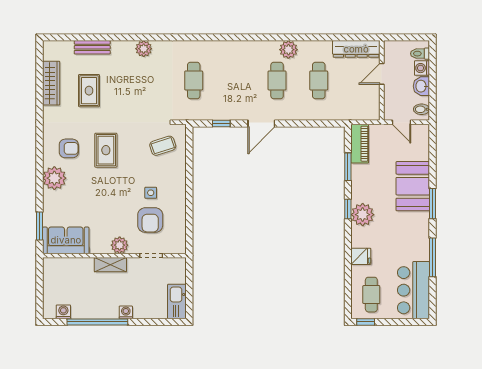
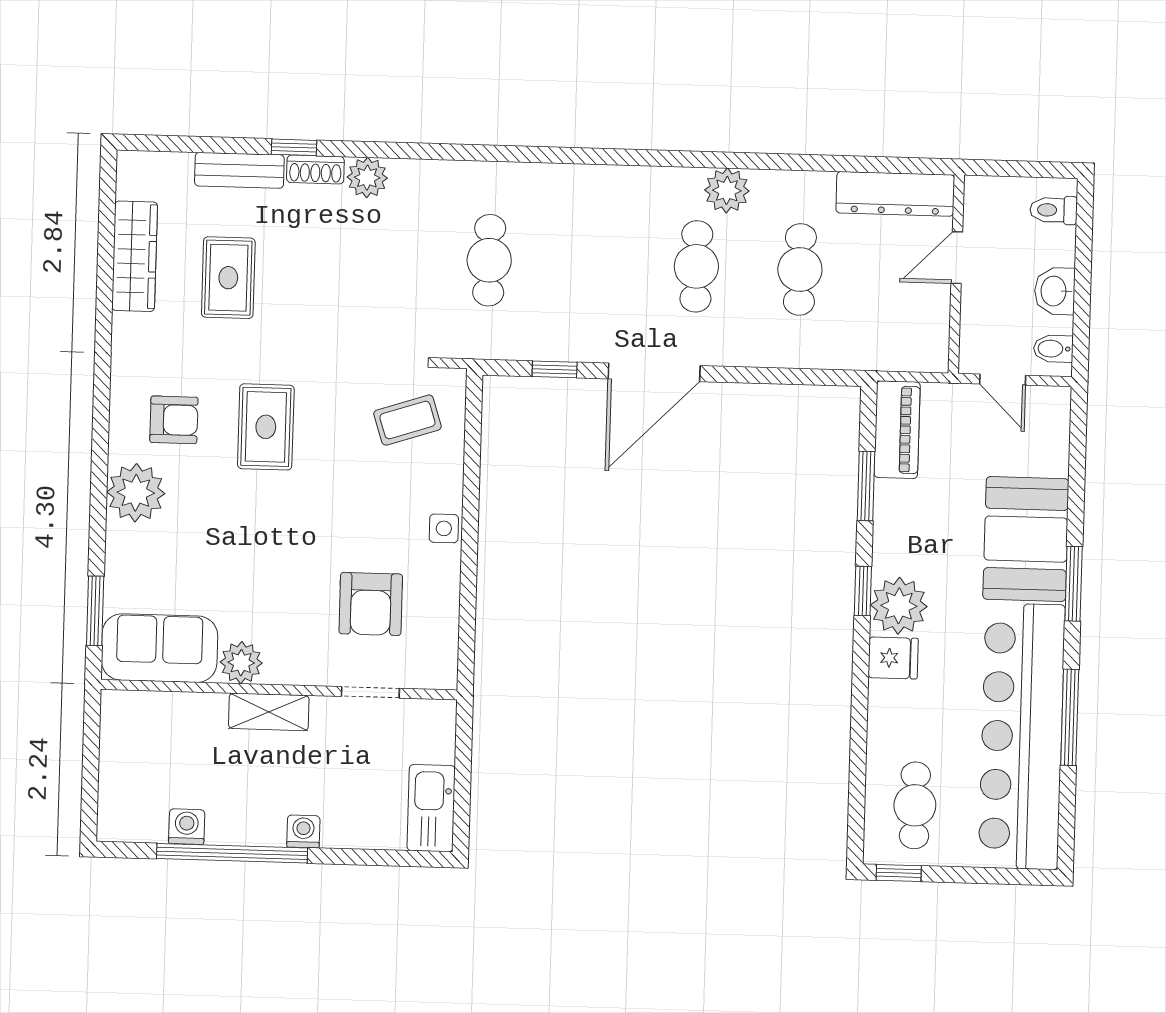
window: (114, 37) -> (294, 147), added
shoe rack: (123, 46) -> (315, 169), added
washing machine: (422, 68) -> (1057, 246), removed
door: (261, 124) -> (654, 372), width x1.36
side table: (151, 193) -> (444, 528), moved
plant: (120, 245) -> (241, 663), moved
fridge: (361, 256) -> (893, 658), moved
bar counter: (413, 290) -> (1022, 736), width x1.86
washing machine: (63, 312) -> (187, 827), moved

